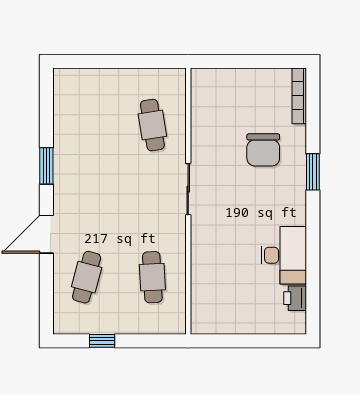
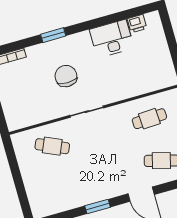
cafe table: (152, 125) -> (52, 146), turned 33
chair: (263, 150) -> (66, 76), moved, turned -90

